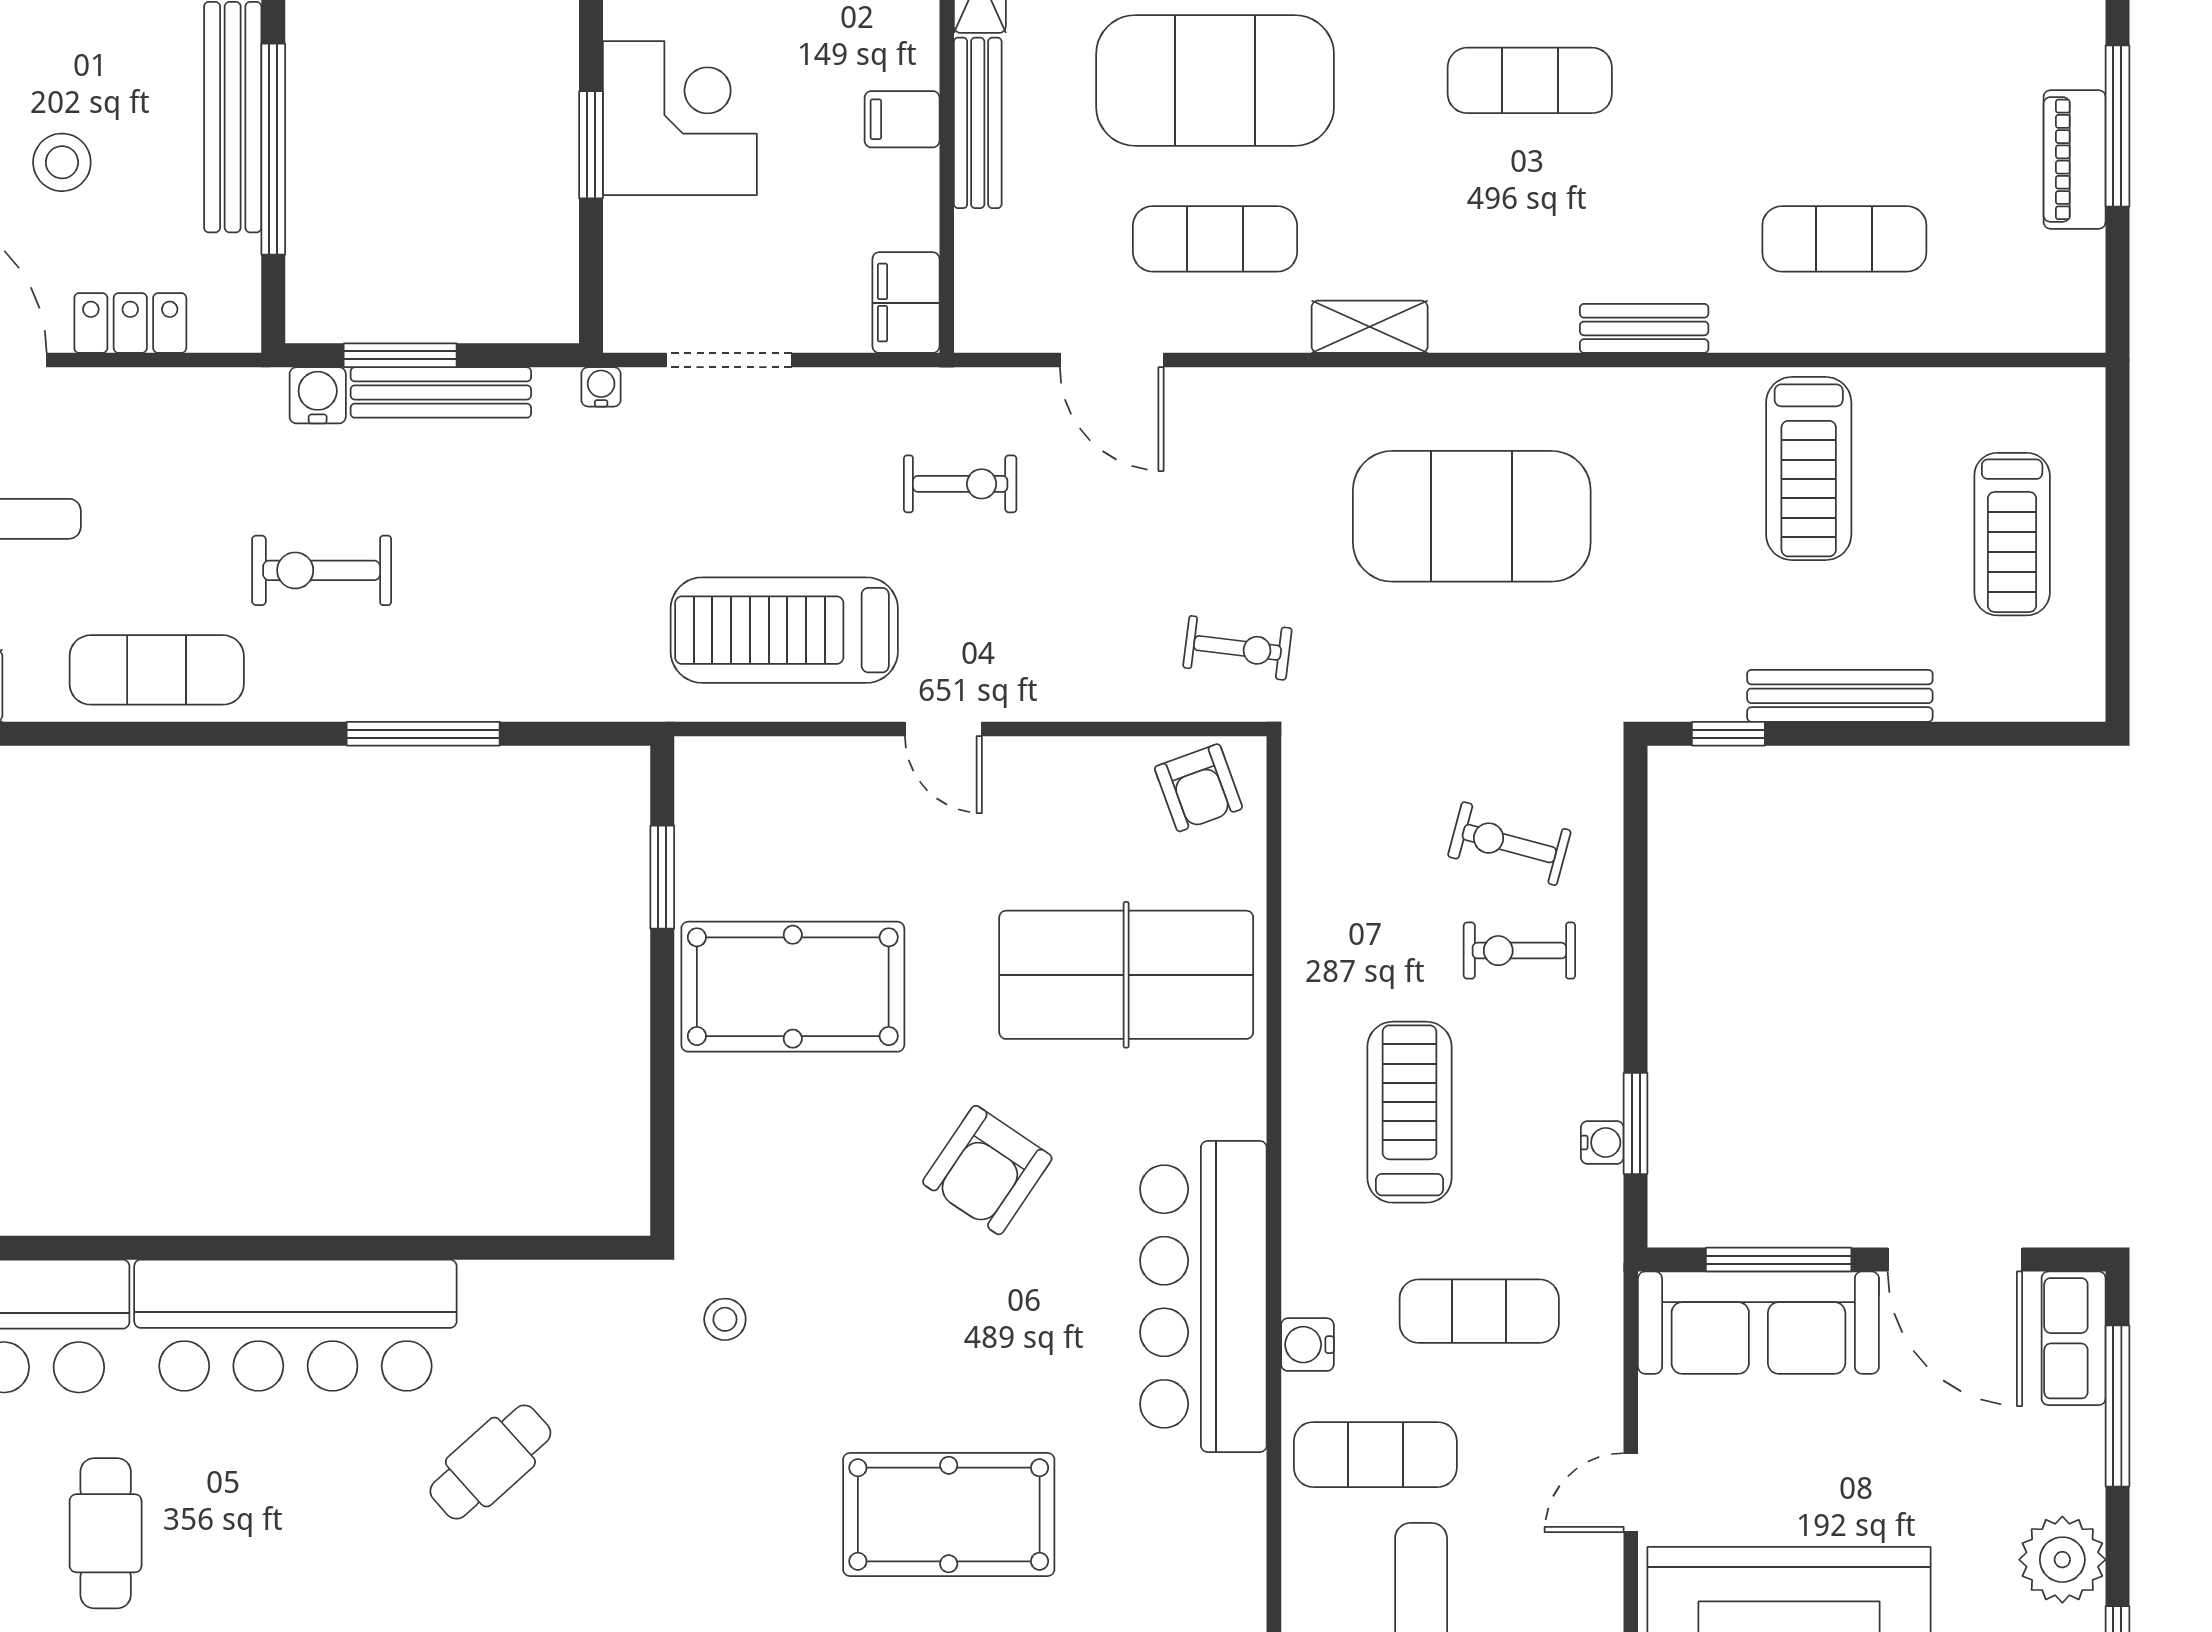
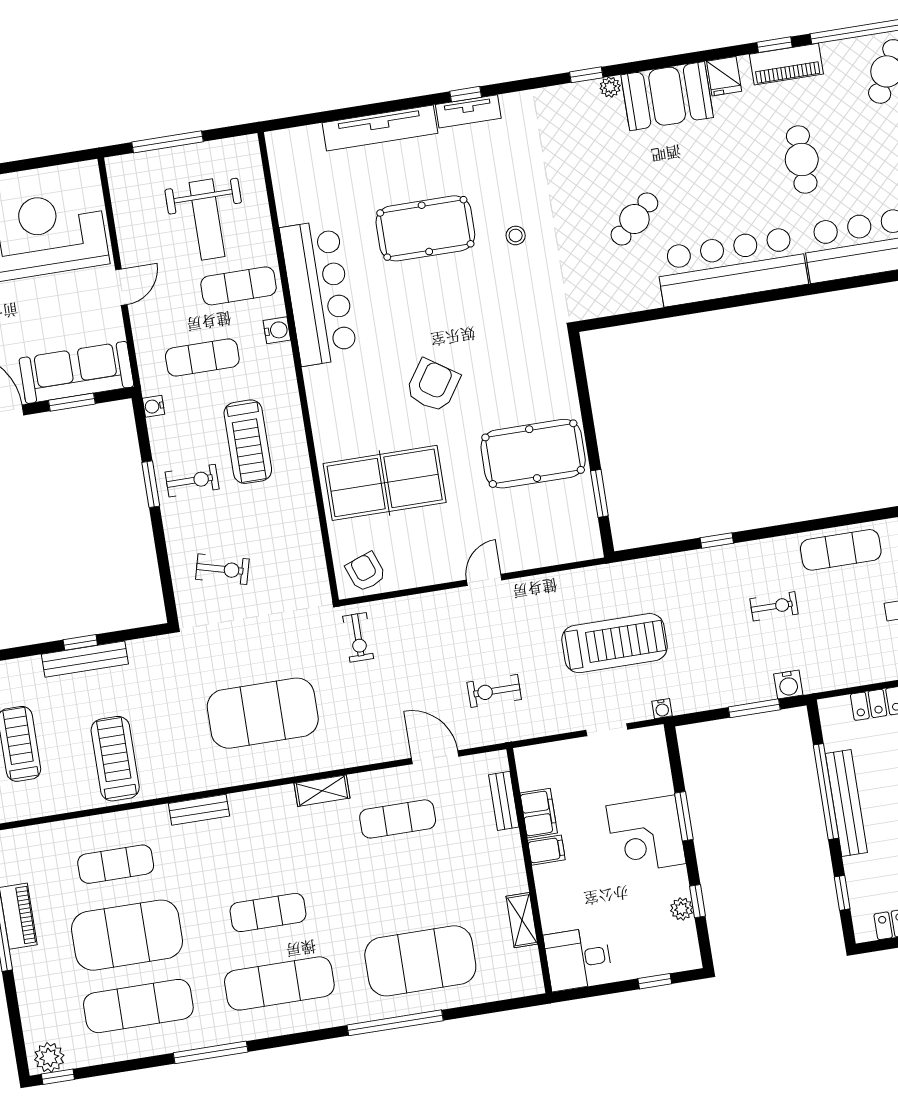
exercise mat: (1215, 80) -> (127, 935), moved
bench: (978, 123) -> (504, 801), moved, width x0.73
filing cabinet: (906, 303) -> (539, 813), moved
doorway: (729, 360) -> (607, 730), width x0.73
bench: (441, 392) -> (733, 695), removed
exercise bike: (322, 570) -> (774, 606), width x0.73, depth x0.72
treadmill: (784, 630) -> (614, 643), moved
exercise bike: (1237, 648) -> (358, 637), turned -97
door: (943, 729) -> (484, 580), hinge flipped
window: (423, 734) -> (717, 540), width x0.46
window: (1728, 734) -> (80, 642), moved
exercise bike: (1519, 951) -> (192, 481), moved
window: (1636, 1123) -> (151, 484), moved
water cooler: (1602, 1142) -> (154, 406), moved
window: (1779, 1260) -> (72, 402), width x0.69
bar counter: (1203, 1297) -> (319, 293), moved
stool: (725, 1319) -> (516, 235), moved

